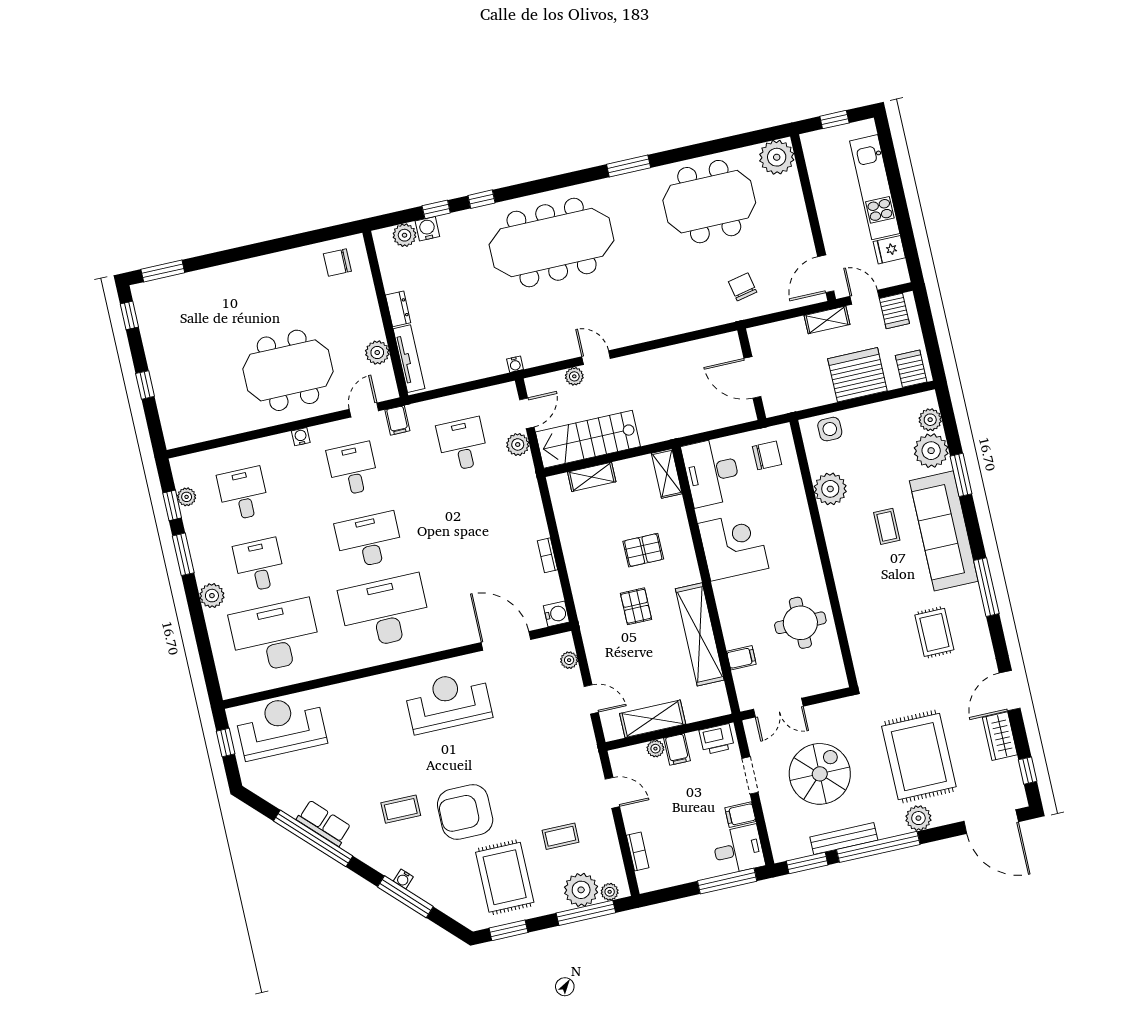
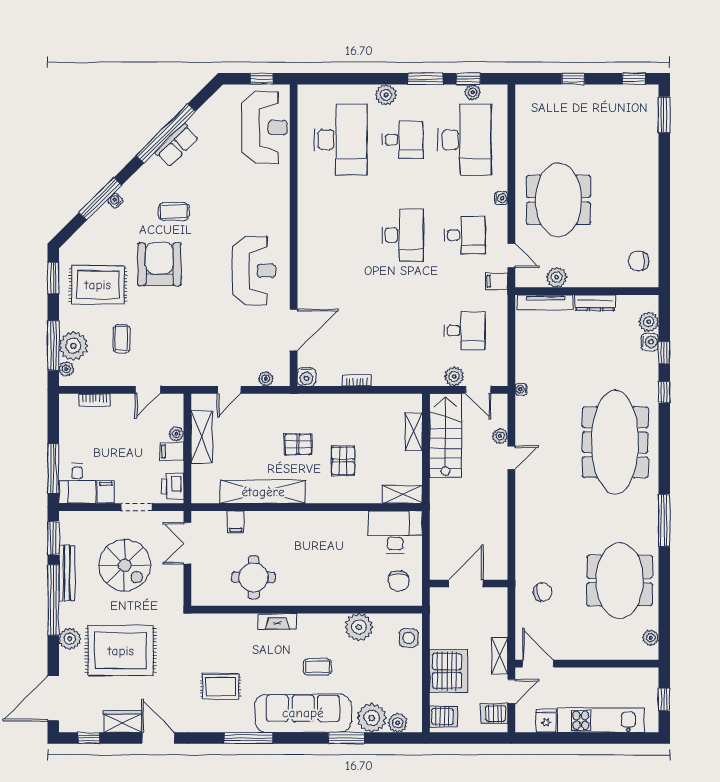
plant: (777, 157) -> (651, 638), width x0.53, depth x0.53
window: (629, 166) -> (664, 520), width x1.44
chair: (337, 263) -> (639, 261), turned -90
dresser: (398, 309) -> (595, 303), width x1.44
desk: (243, 494) -> (465, 140), width x1.87, depth x1.30
corner desk: (733, 546) -> (330, 536), removed
fireplace: (845, 584) -> (277, 621), added
desk: (385, 612) -> (340, 235), removed
coffee table: (401, 809) -> (174, 211), turned 90

